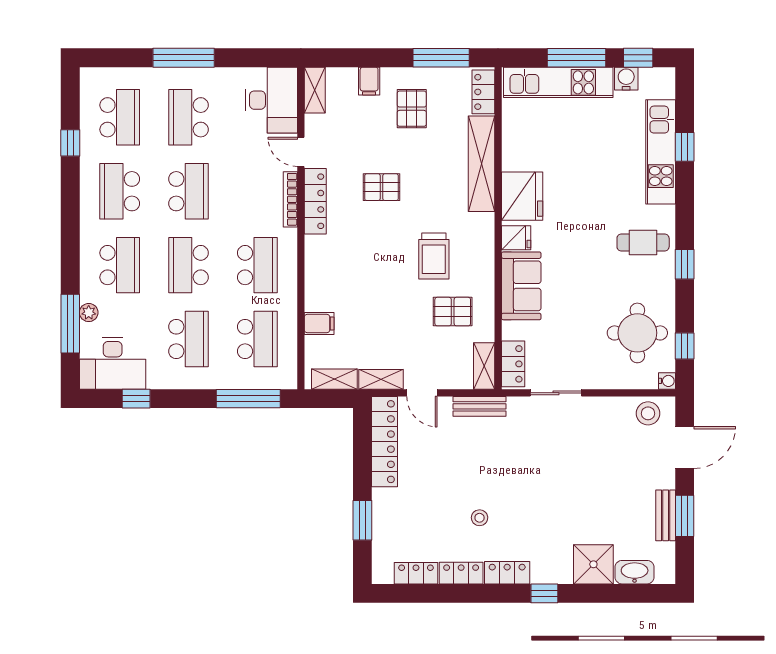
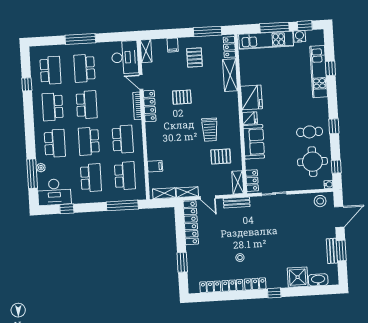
shelving: (482, 164) -> (230, 75), width x0.68
cafe table: (643, 242) -> (310, 132), moved

